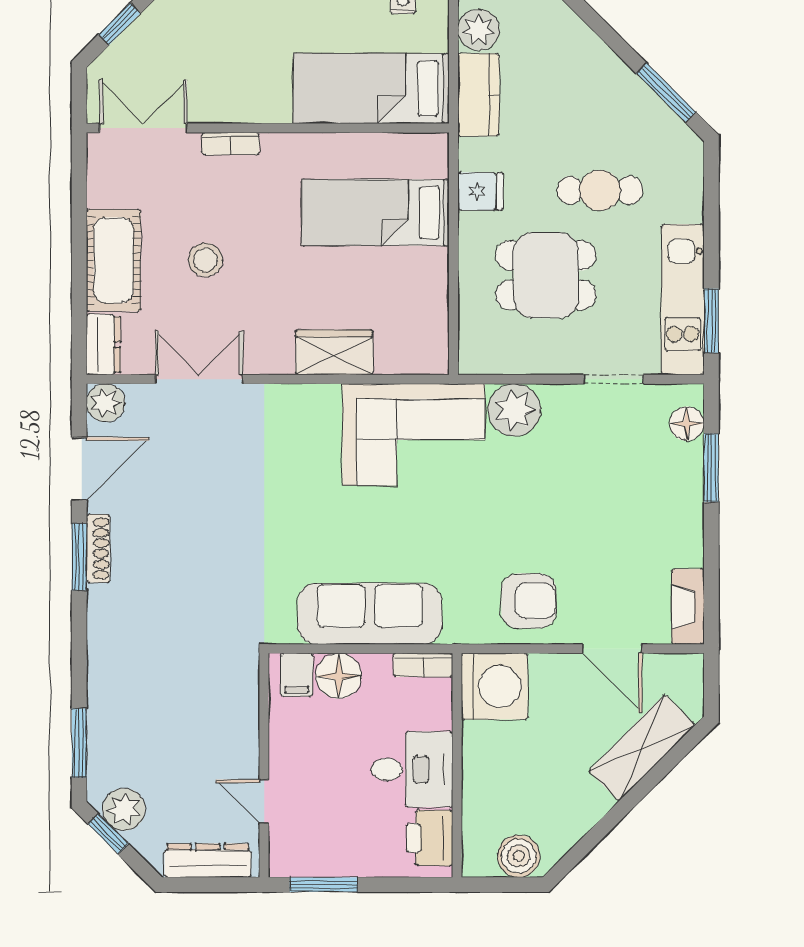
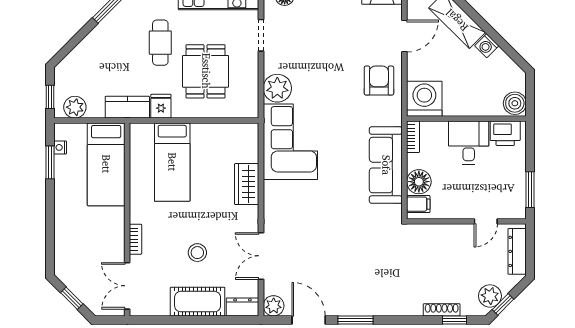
kitchen counter: (478, 95) -> (127, 107), moved
shoe rack: (98, 548) -> (442, 310), moved
window: (79, 743) -> (455, 320), width x0.67
washing machine: (594, 803) -> (487, 46), added
boiler: (519, 856) -> (515, 103), moved

